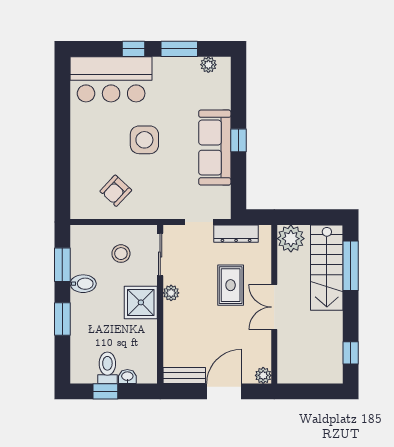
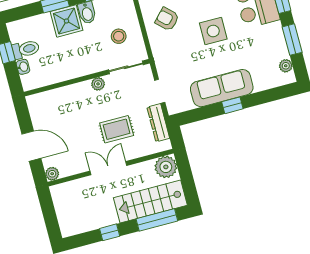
shower: (141, 302) -> (66, 21), moved
window: (351, 353) -> (110, 232), moved
bench: (184, 376) -> (36, 111), removed

